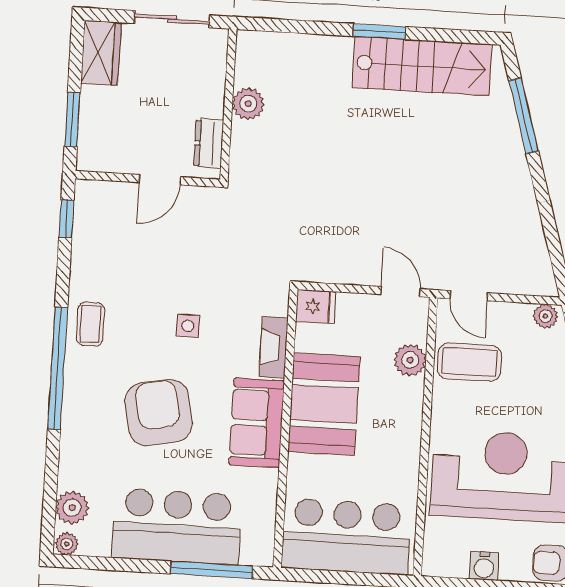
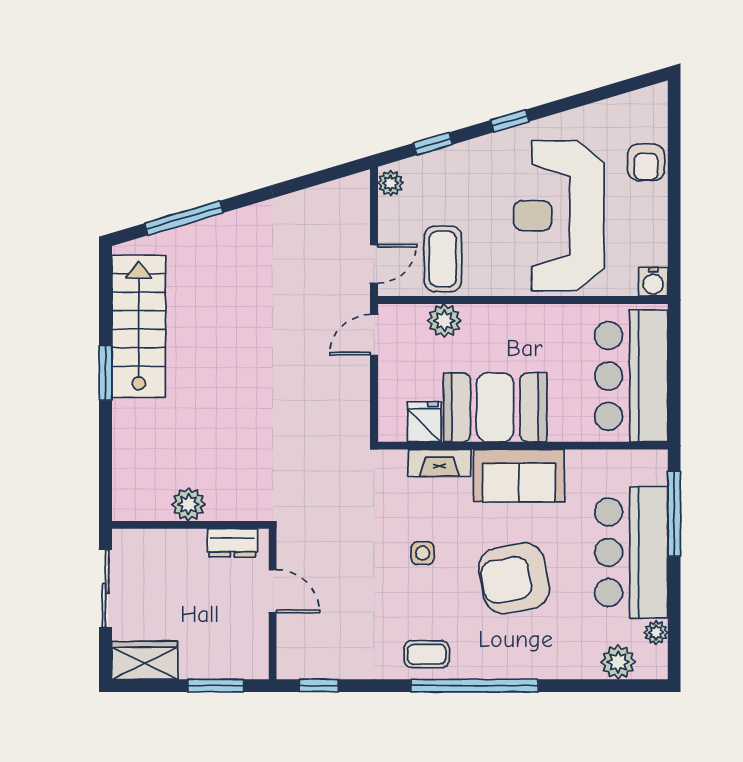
fridge: (316, 307) -> (424, 422), moved
plant: (67, 544) -> (656, 632), moved
water cooler: (484, 566) -> (653, 282), moved, turned 90

